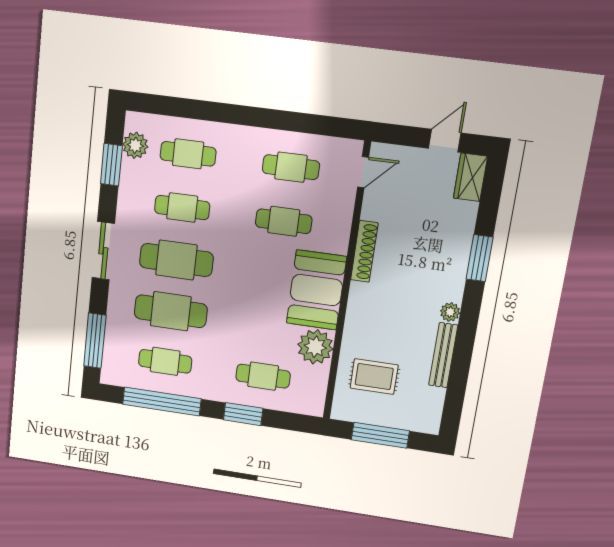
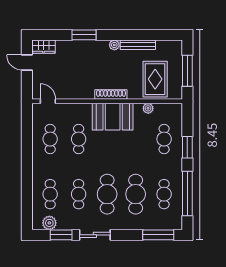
sliding door: (103, 251) -> (95, 235), moved
shoe rack: (364, 251) -> (111, 95), moved
plant: (315, 347) -> (148, 108), width x0.53, depth x0.53
rug: (374, 377) -> (155, 79), width x1.36, depth x1.43

